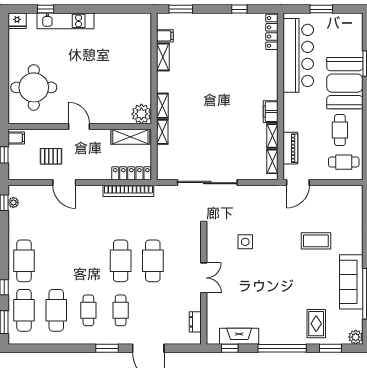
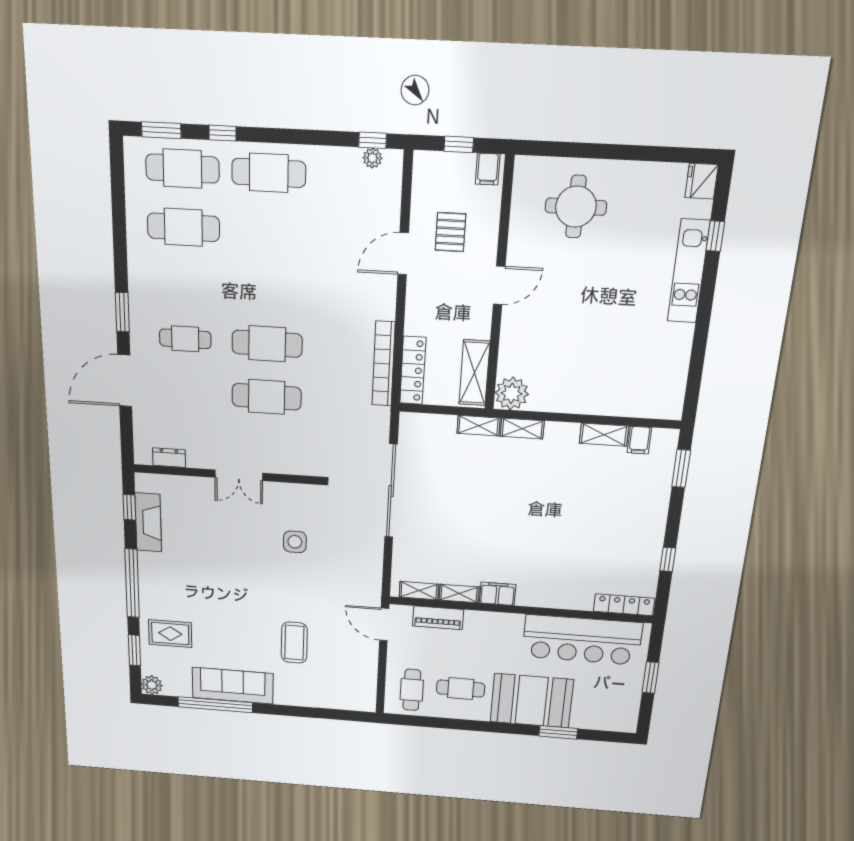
round table: (34, 87) -> (576, 207), width x0.73, depth x0.73
cafe table: (88, 310) -> (184, 284), removed

